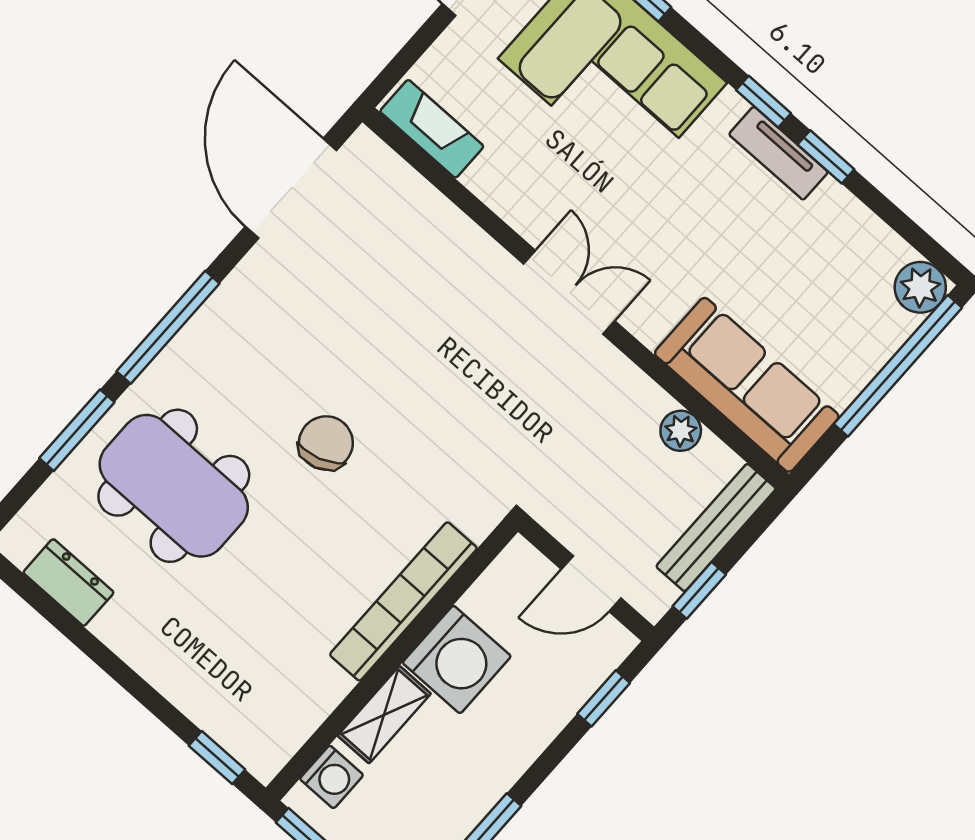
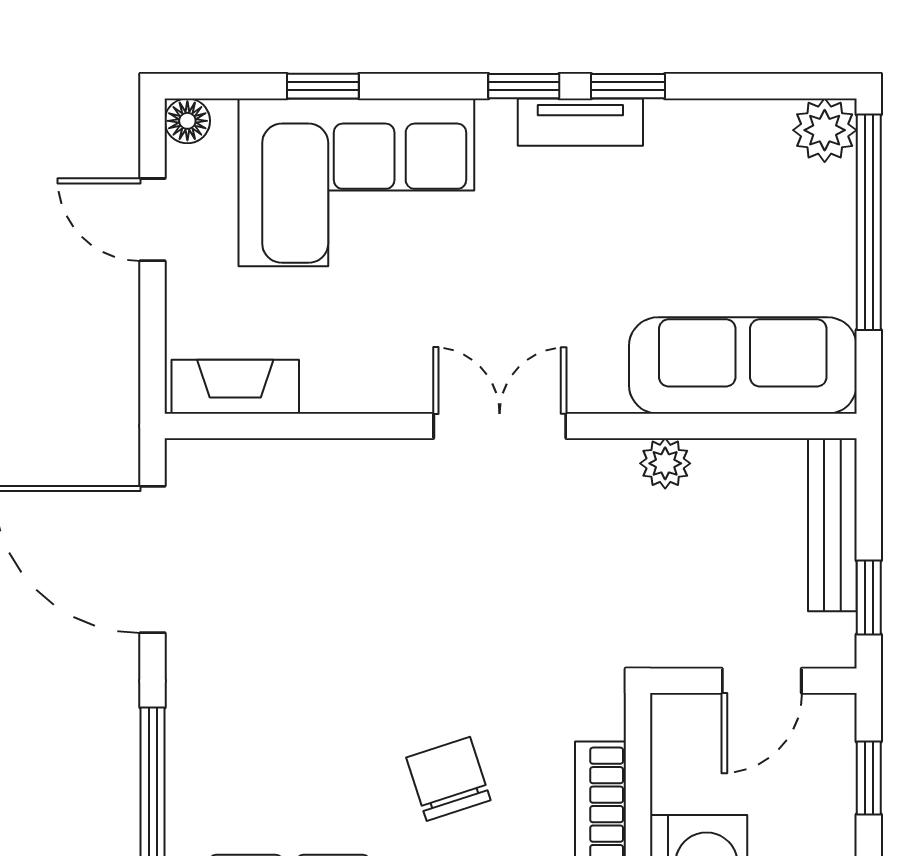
plant: (681, 431) -> (665, 463), moved
chair: (326, 443) -> (448, 779), moved

